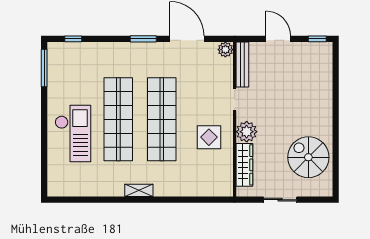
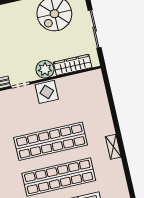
display table: (209, 137) -> (47, 92), moved
sliding door: (280, 200) -> (95, 29), width x1.37

